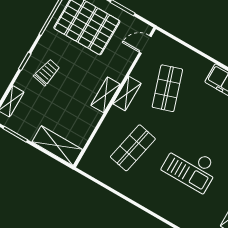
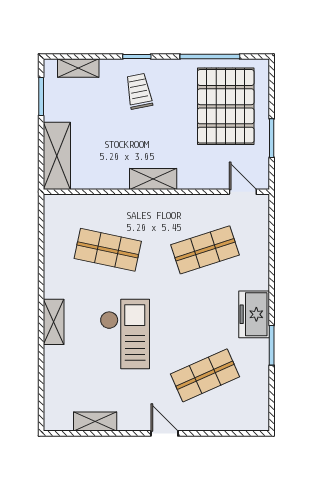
trolley: (47, 72) -> (139, 91), turned -113
shelving: (127, 94) -> (54, 322), moved, turned 90
checkout: (190, 167) -> (125, 334), turned 180

